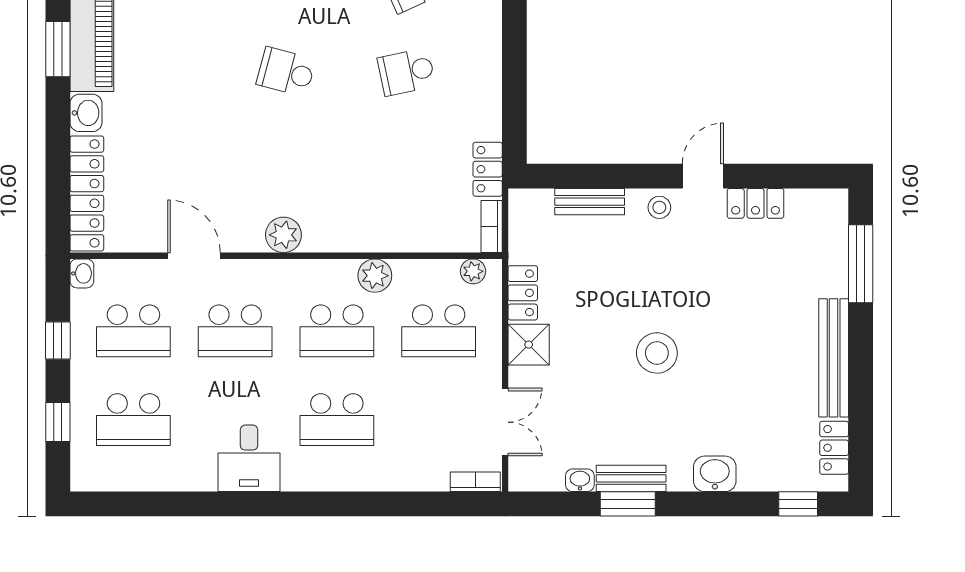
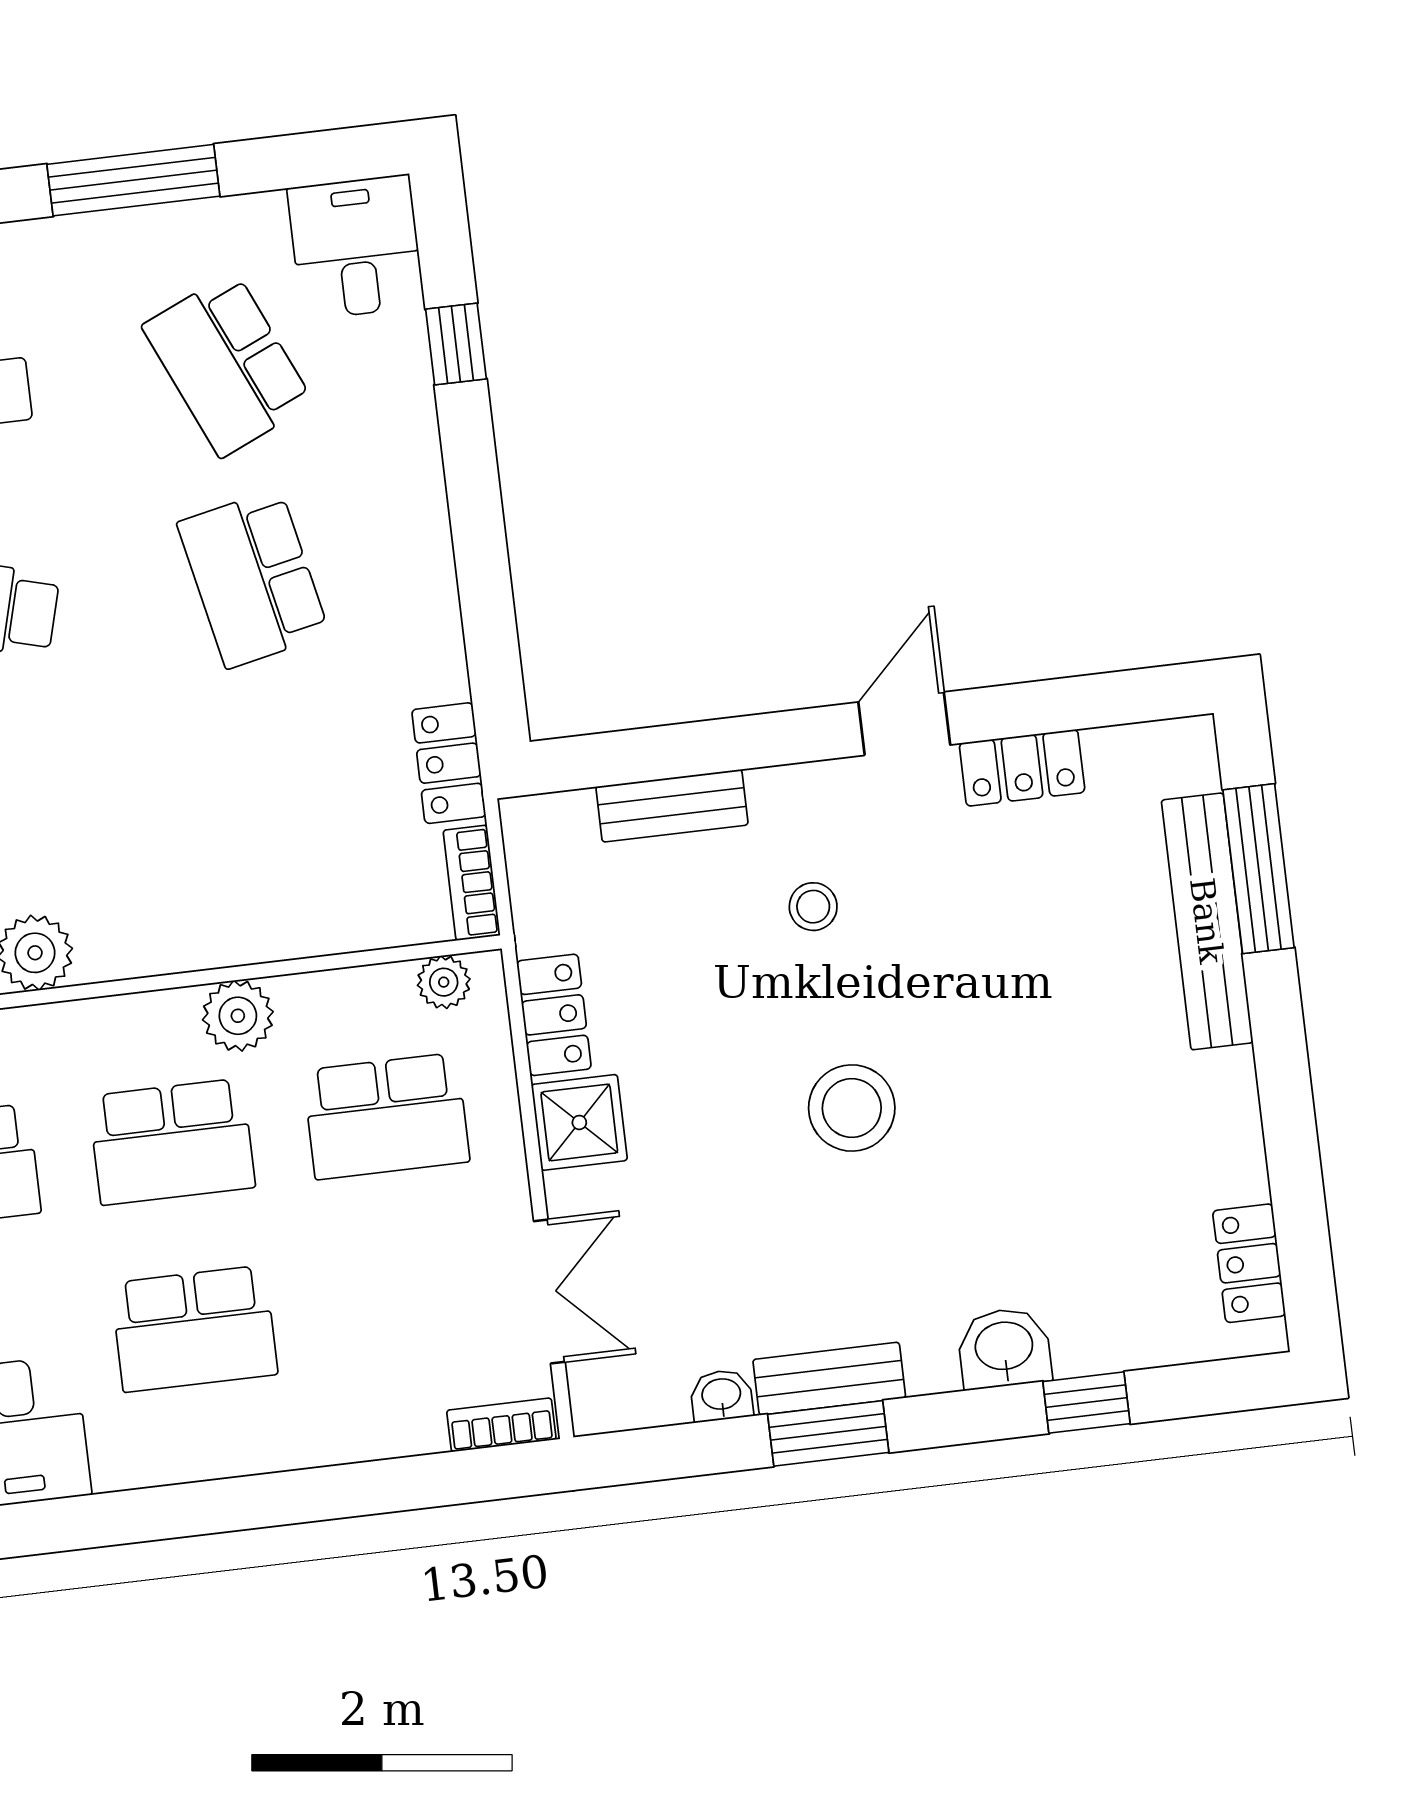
school desk: (406, 72) -> (253, 578), width x1.85
stool: (659, 207) -> (813, 907), moved
bench: (834, 358) -> (1207, 921), moved
window: (798, 504) -> (1086, 1403), moved

